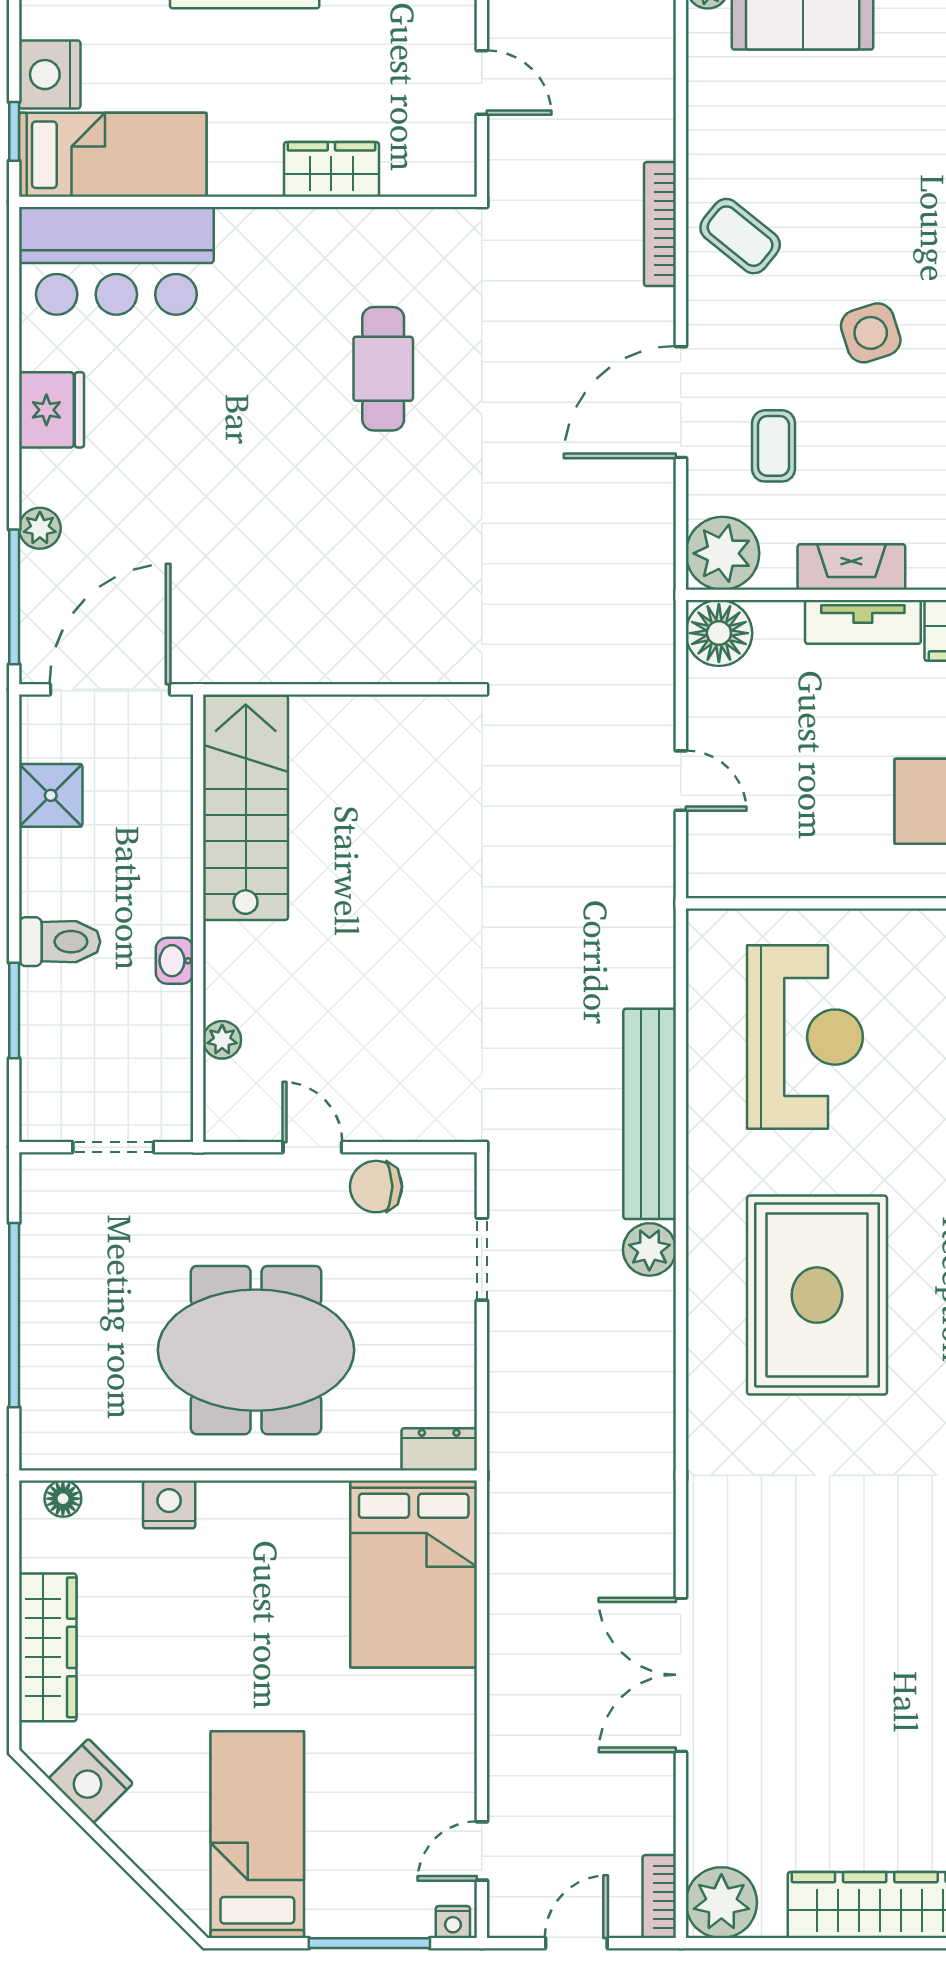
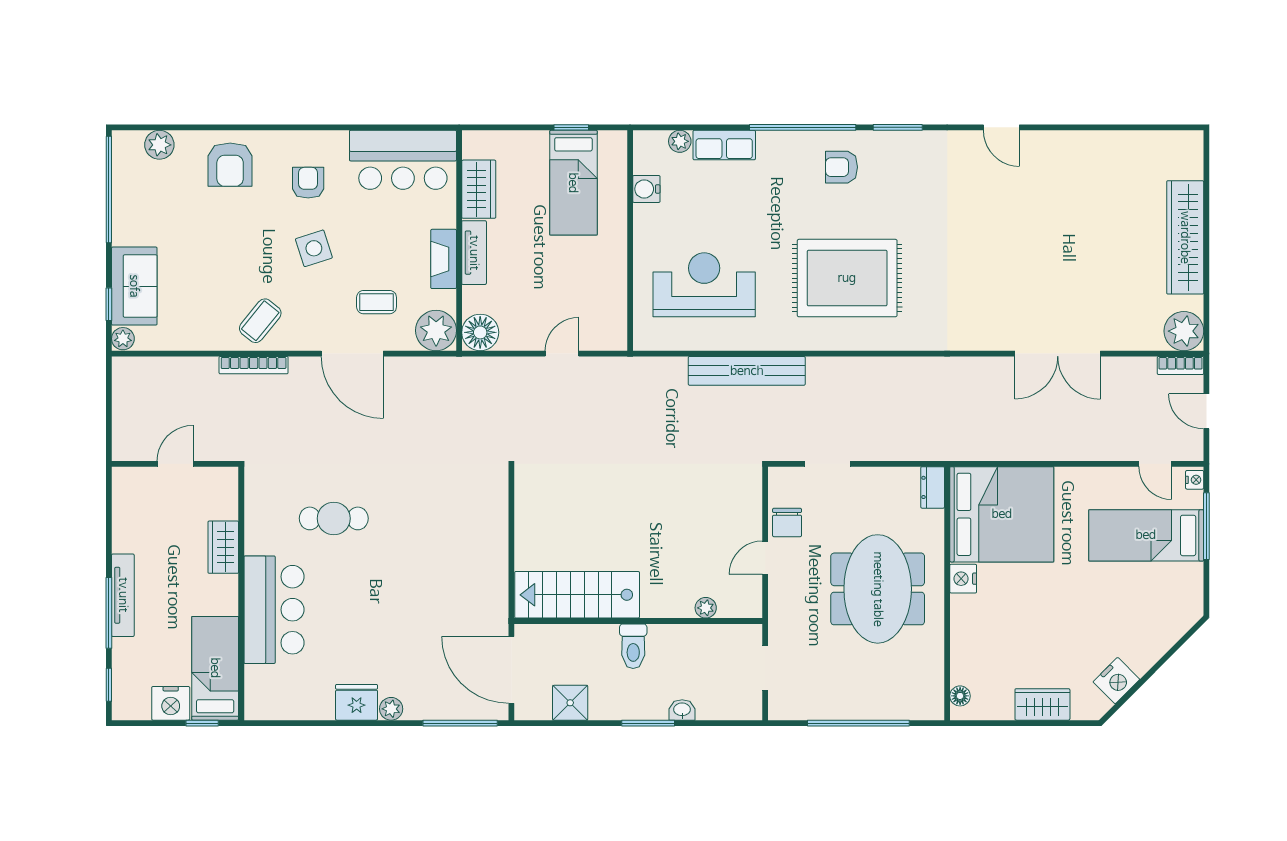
bar counter: (116, 261) -> (274, 610), moved
plant: (40, 528) -> (391, 709), moved
toilet: (60, 942) -> (633, 646), moved, turned 180
washbasin: (175, 961) -> (682, 710), moved, turned 180
window: (14, 1011) -> (648, 723), moved
plant: (649, 1249) -> (822, 371), removed
nightstand: (169, 1504) -> (963, 579), moved
bed: (414, 1574) -> (1002, 514), width x1.36
wardrobe: (48, 1647) -> (1042, 704), width x0.67
bed: (257, 1835) -> (1146, 535), moved

